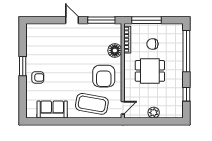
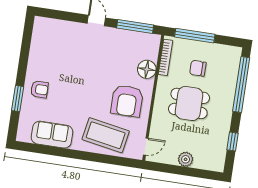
window: (23, 66) -> (18, 98), moved

